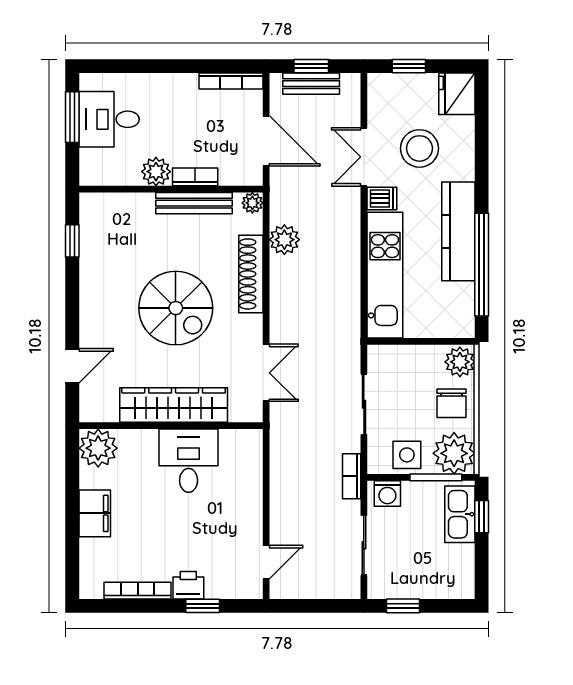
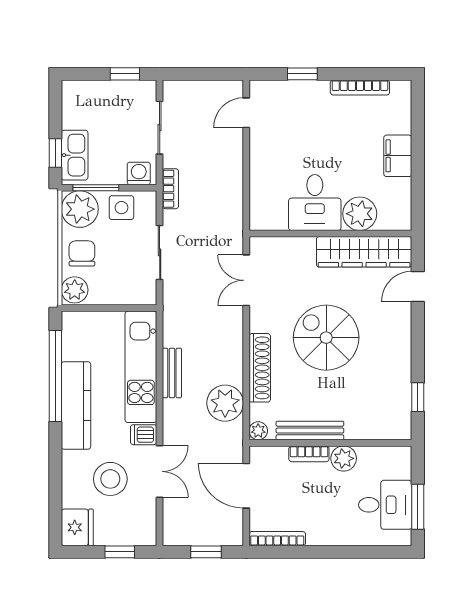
bench: (311, 84) -> (172, 373), moved, turned 90
plant: (284, 240) -> (225, 403), width x1.36, depth x1.36
wardrobe: (174, 405) -> (364, 252), moved
plant: (98, 448) -> (360, 214), moved
printer: (188, 585) -> (315, 92), removed

